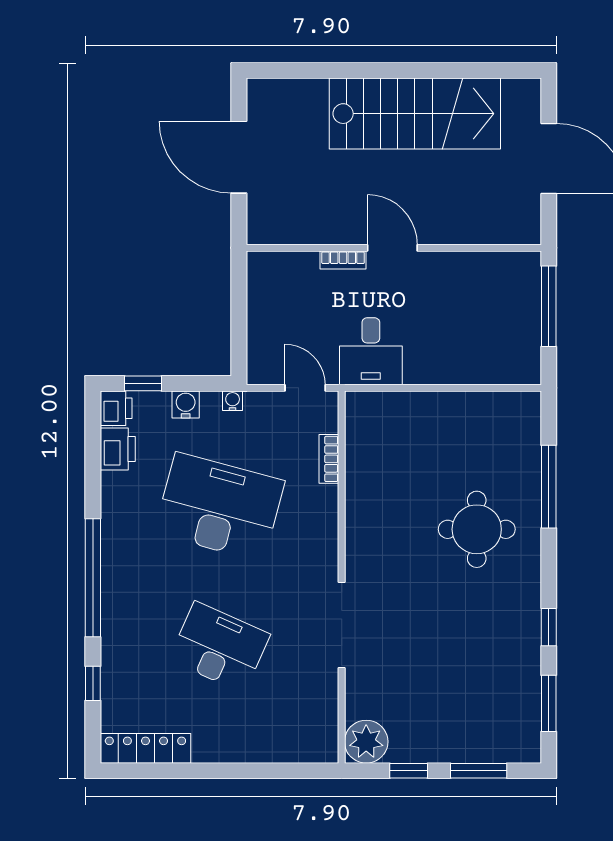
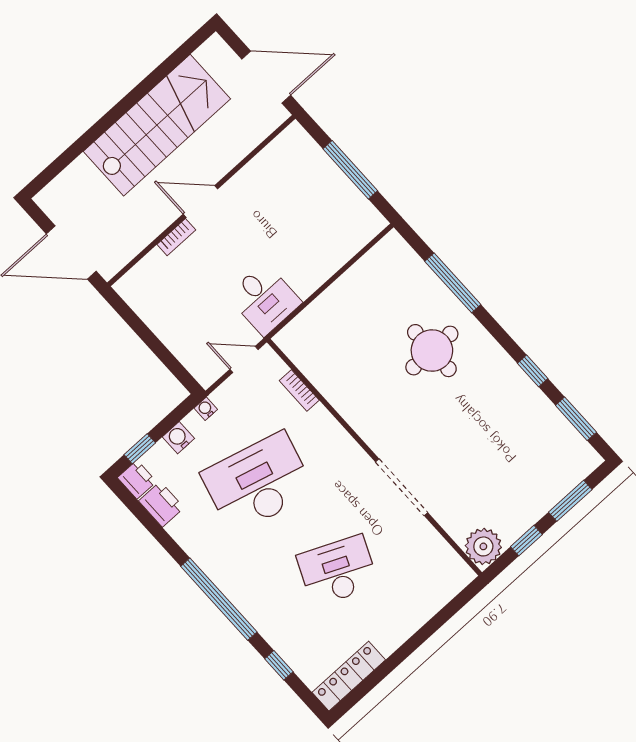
door: (392, 248) -> (200, 202), moved
wall: (394, 248) -> (201, 201), moved
bookcase: (343, 260) -> (176, 237), moved

